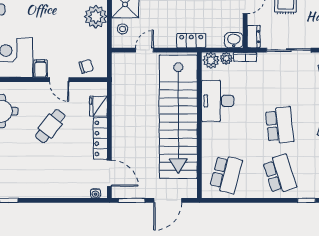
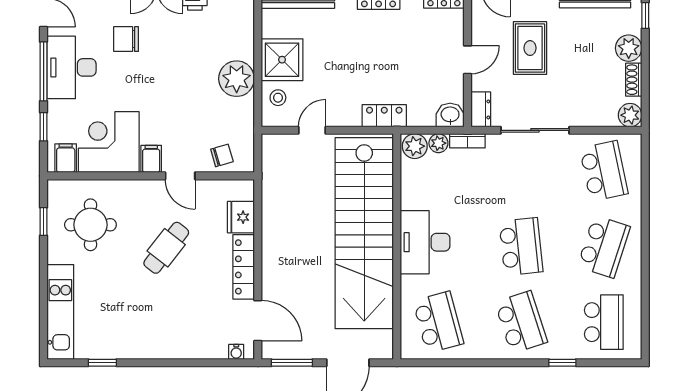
desk: (218, 101) -> (425, 242), moved
school desk: (226, 174) -> (438, 322), turned -30

